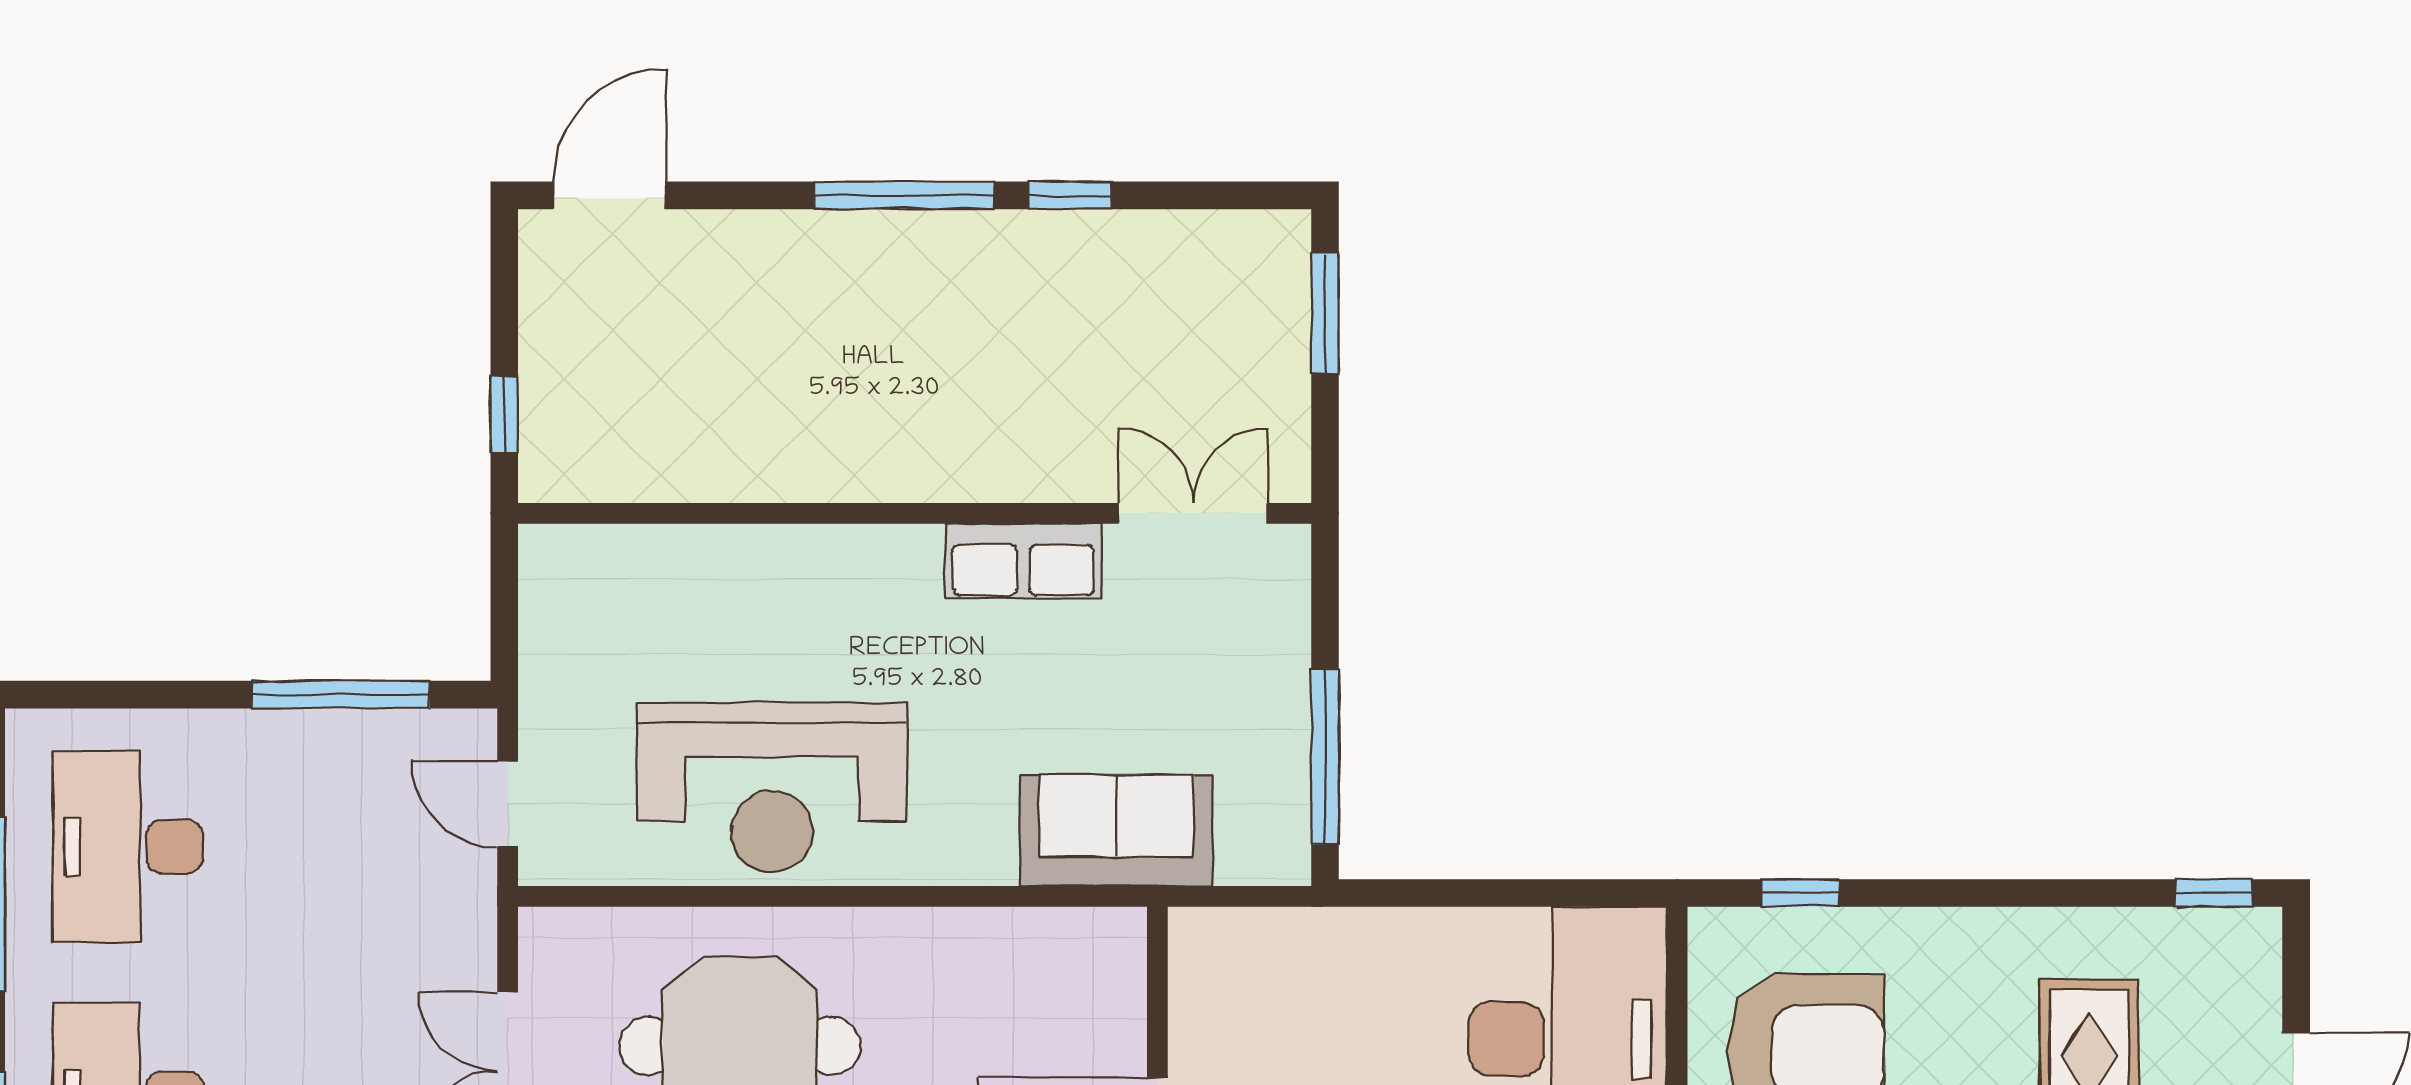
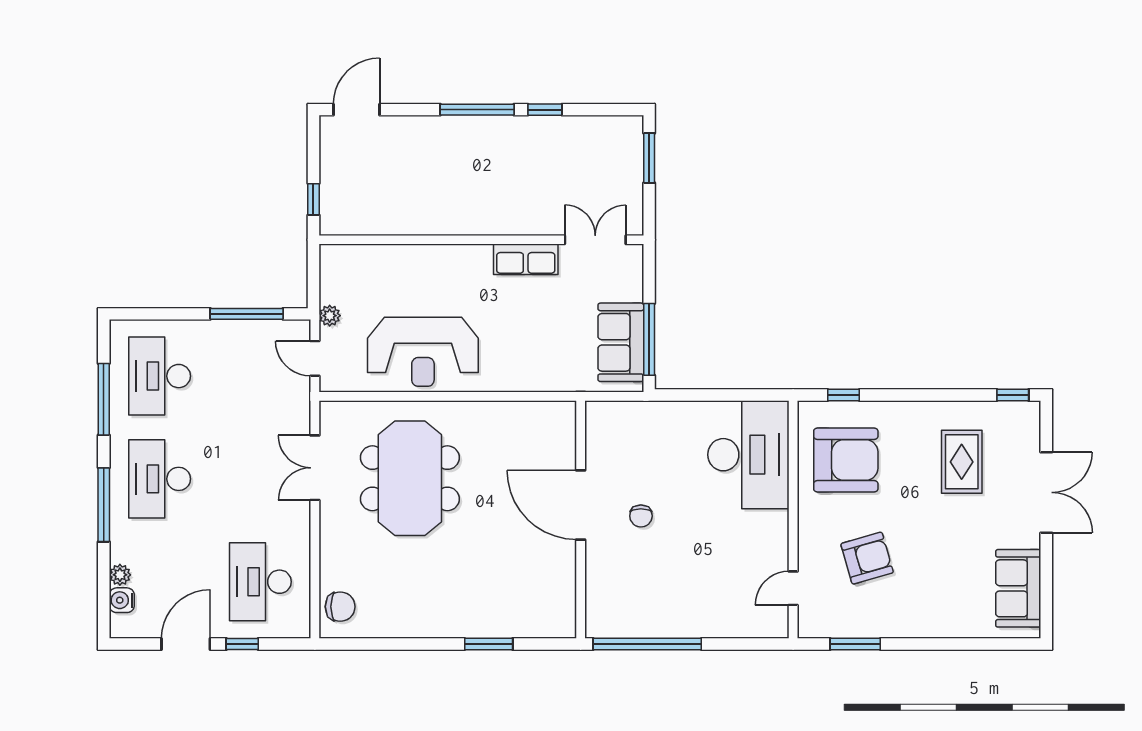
plant: (544, 699) -> (330, 316), added
sofa: (1116, 830) -> (621, 342), moved, turned -90

